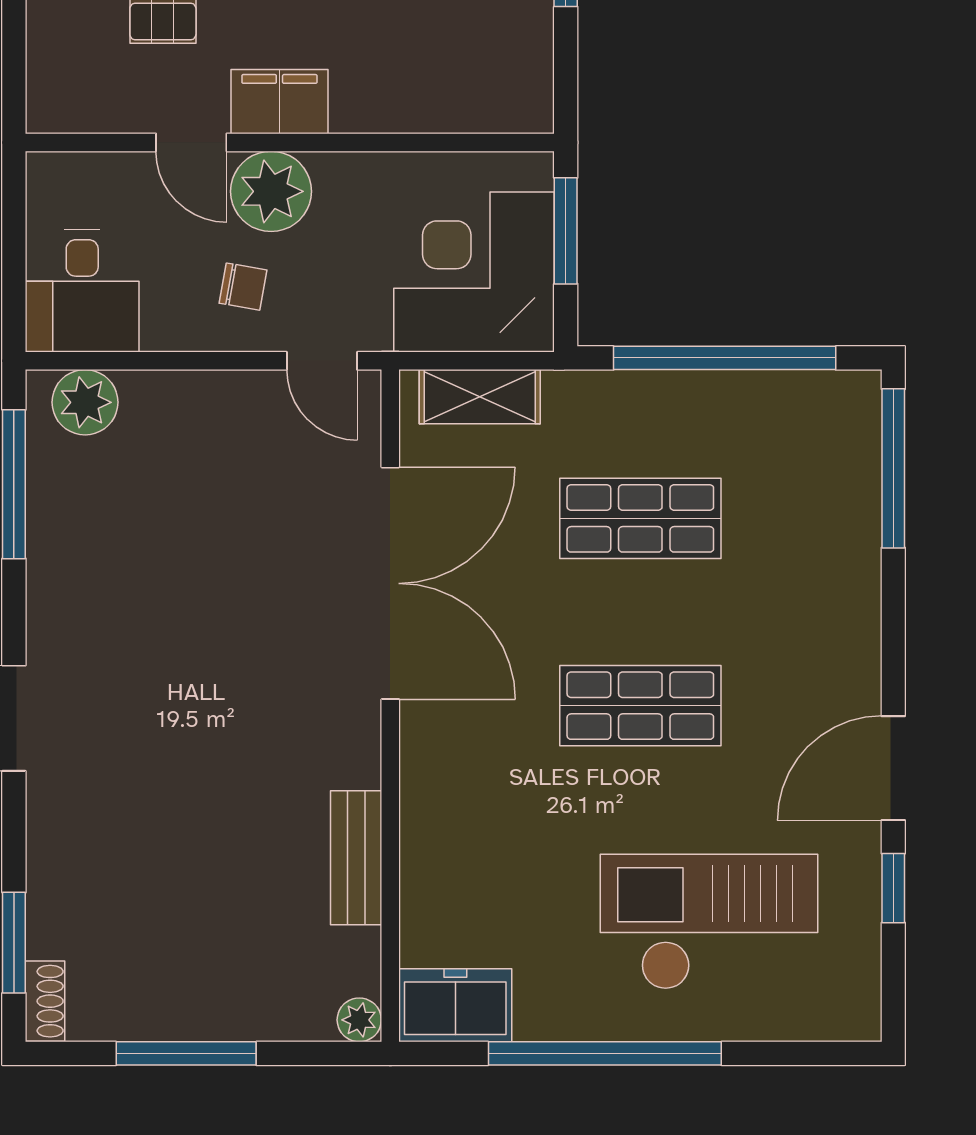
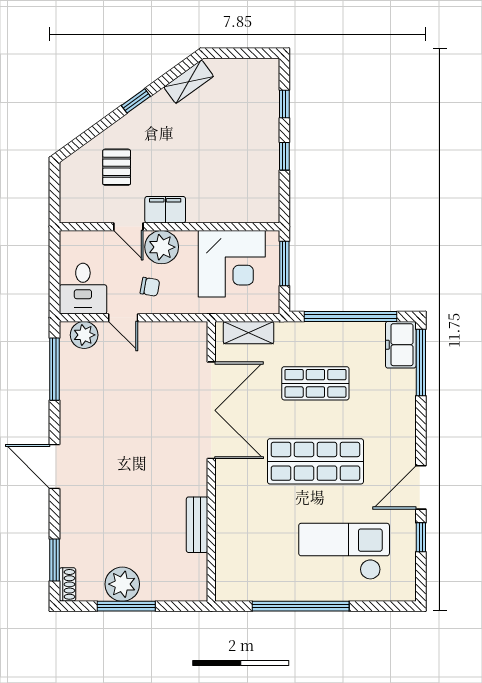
corner desk: (474, 272) -> (232, 264), moved, turned 180
door: (322, 361) -> (123, 318), moved
shop shelf: (640, 706) -> (315, 461), width x1.43, depth x1.36
freezer: (455, 1005) -> (401, 345), moved, turned -90
plant: (359, 1020) -> (122, 584), moved, width x1.88, depth x1.88

